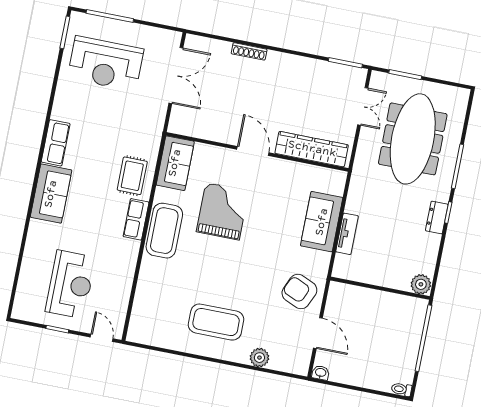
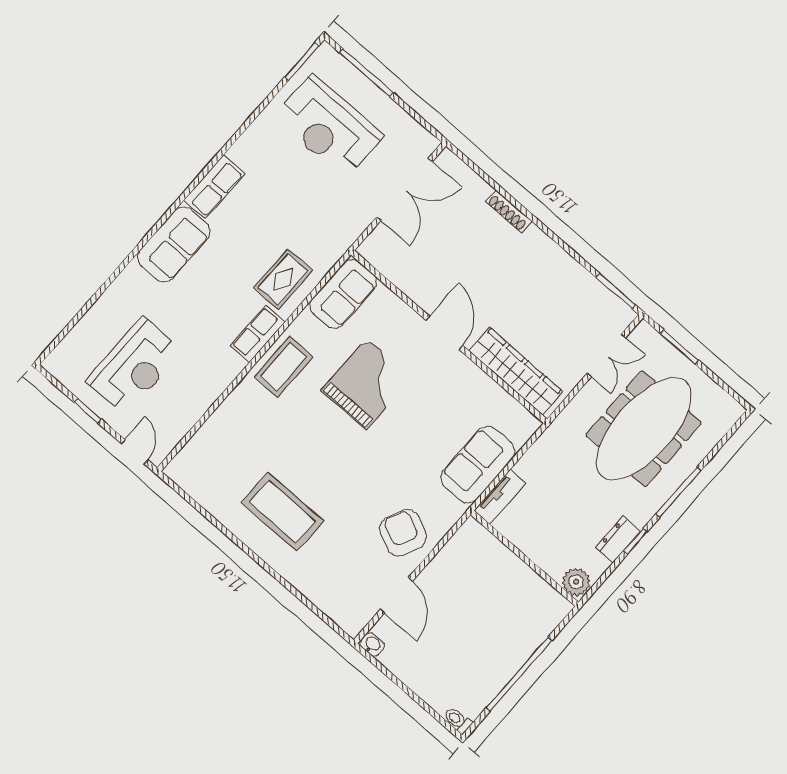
coffee table: (164, 231) -> (284, 367), width x0.73, depth x0.76
plant: (421, 284) -> (576, 582), moved
wall: (380, 288) -> (525, 558), moved
plant: (259, 358) -> (310, 584), removed

